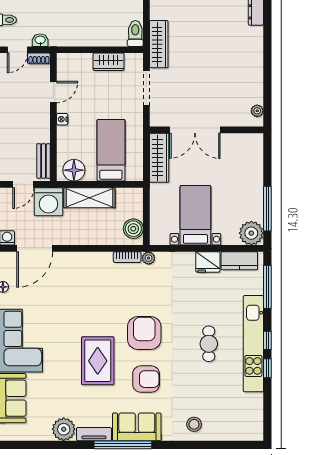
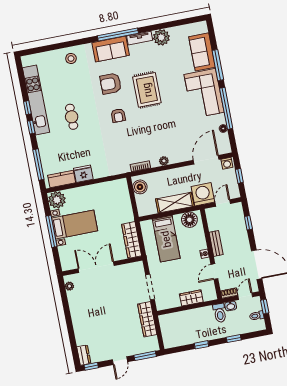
toilet: (135, 34) -> (220, 313), moved
wardrobe: (109, 62) -> (191, 298), moved
double door: (195, 130) -> (96, 267), moved
bench: (44, 161) -> (216, 243), moved
window: (267, 209) -> (51, 231), moved
bed with nightstands: (195, 215) -> (75, 224), moved, turned -90
plant: (149, 258) -> (164, 161), moved
armchair: (144, 333) -> (118, 116), width x0.53, depth x0.53
kitchen unit: (253, 344) -> (36, 100), moved

